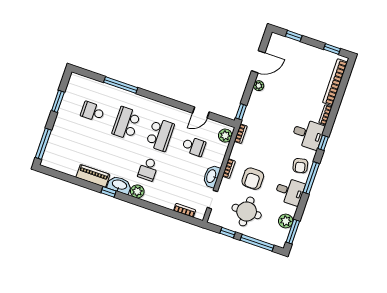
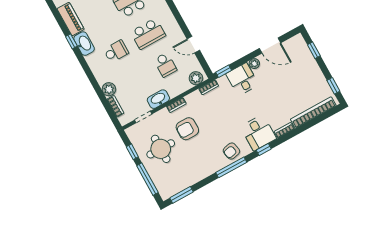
school desk: (148, 169) -> (116, 51), turned 180
plant: (137, 191) -> (109, 89), moved
desk: (290, 191) -> (242, 79), moved, turned 180
plant: (286, 221) -> (183, 182), removed

